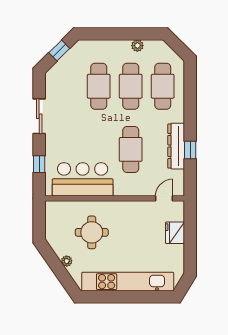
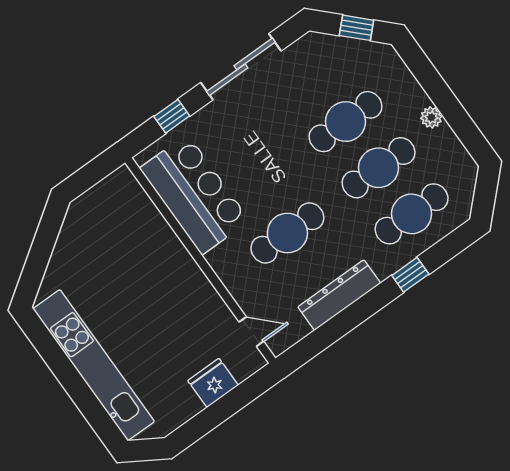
plant: (137, 46) -> (431, 117), moved
sliding door: (39, 116) -> (241, 67), width x1.37
window: (190, 150) -> (410, 275), moved
round table: (92, 232) -> (128, 262), removed
plant: (67, 261) -> (60, 256), removed

